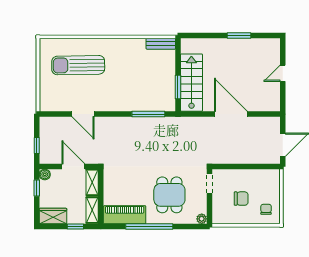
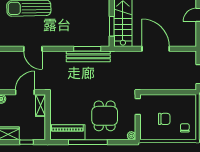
bench: (150, 123) -> (88, 56), added
door: (73, 166) -> (25, 92), hinge flipped
shelving: (92, 210) -> (40, 128), removed

